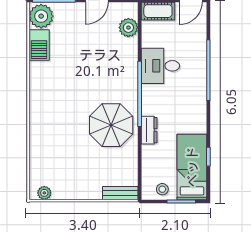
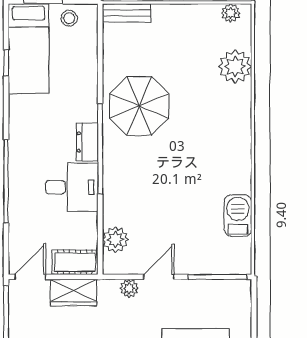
plant: (41, 16) -> (235, 67), moved
dresser: (149, 130) -> (87, 142), moved

